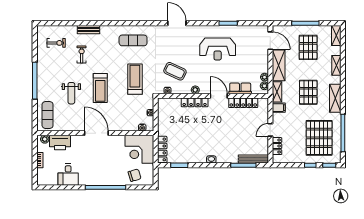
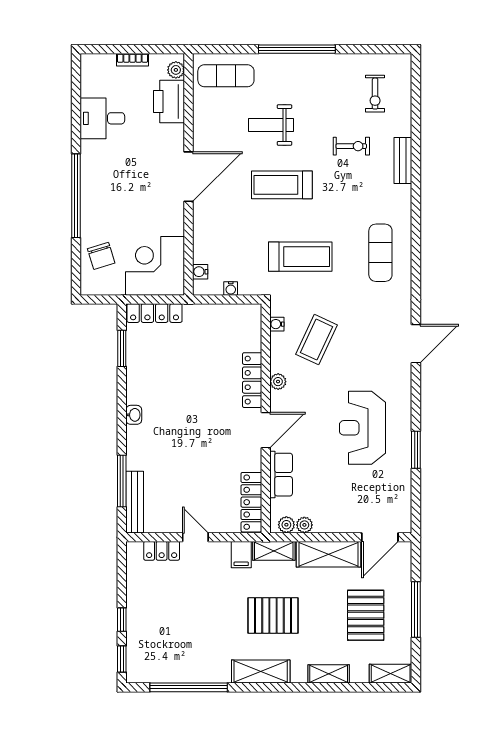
pallet: (308, 47) -> (366, 615), turned 90
locker: (243, 103) -> (251, 502), moved
pallet: (319, 138) -> (178, 638), removed

